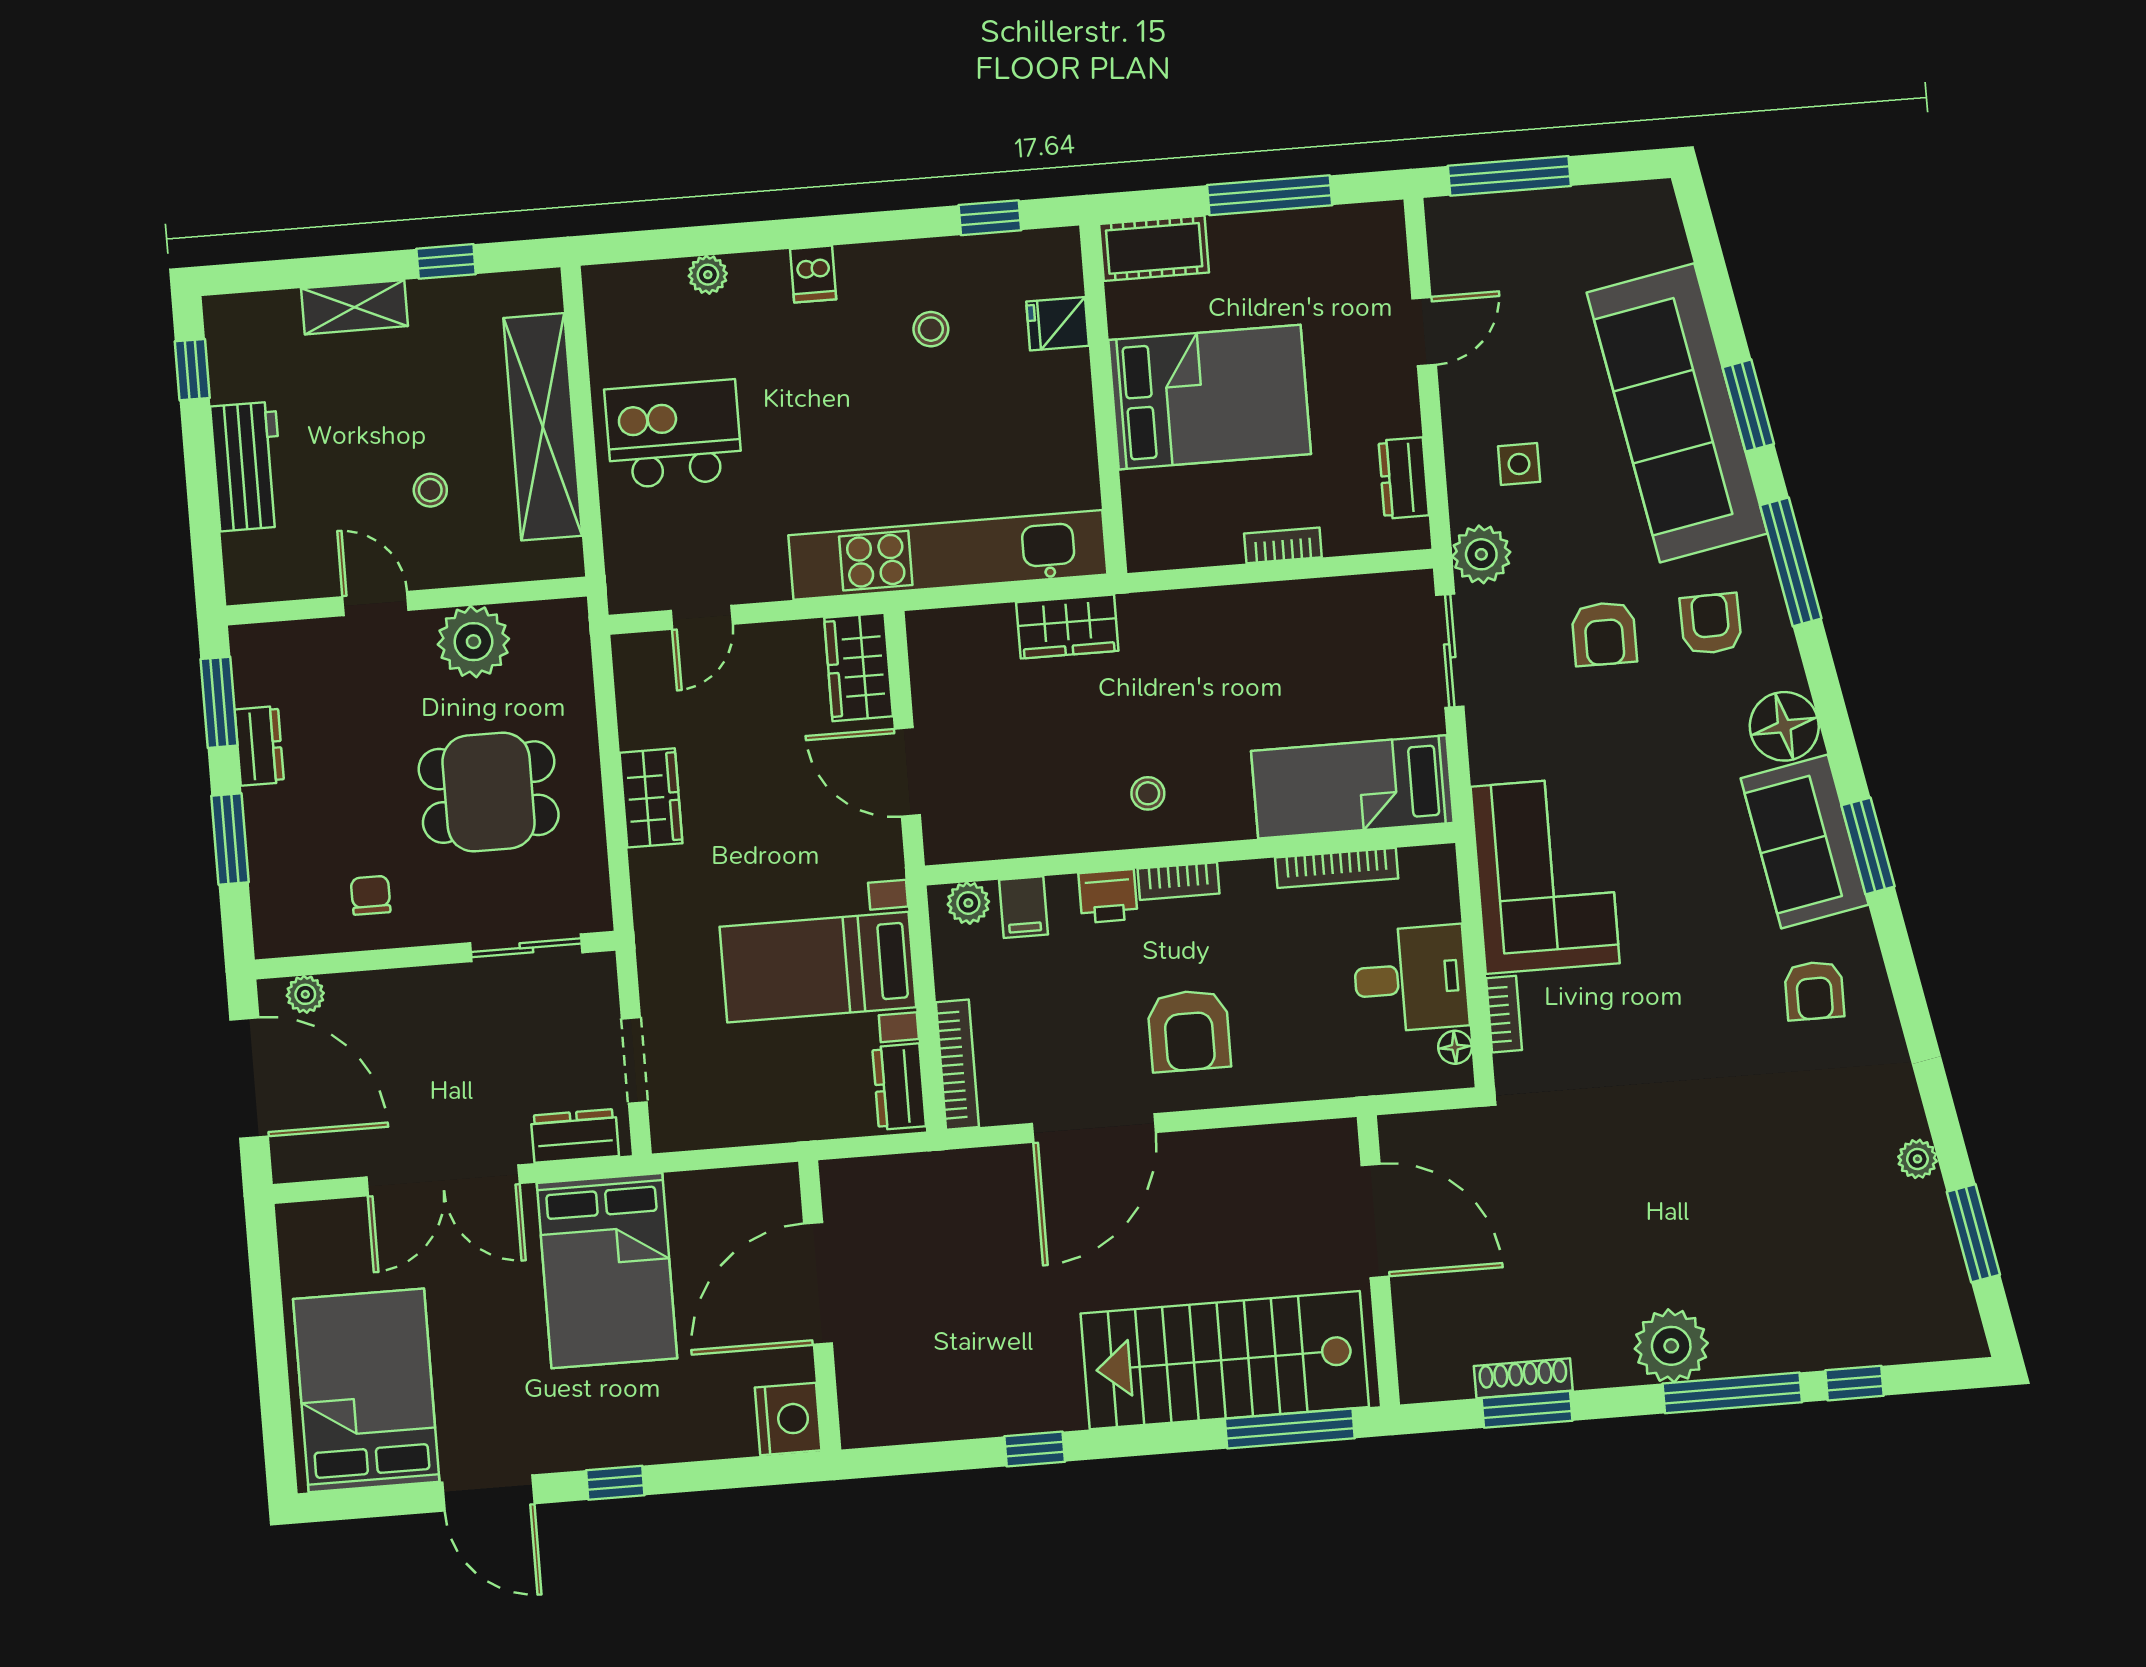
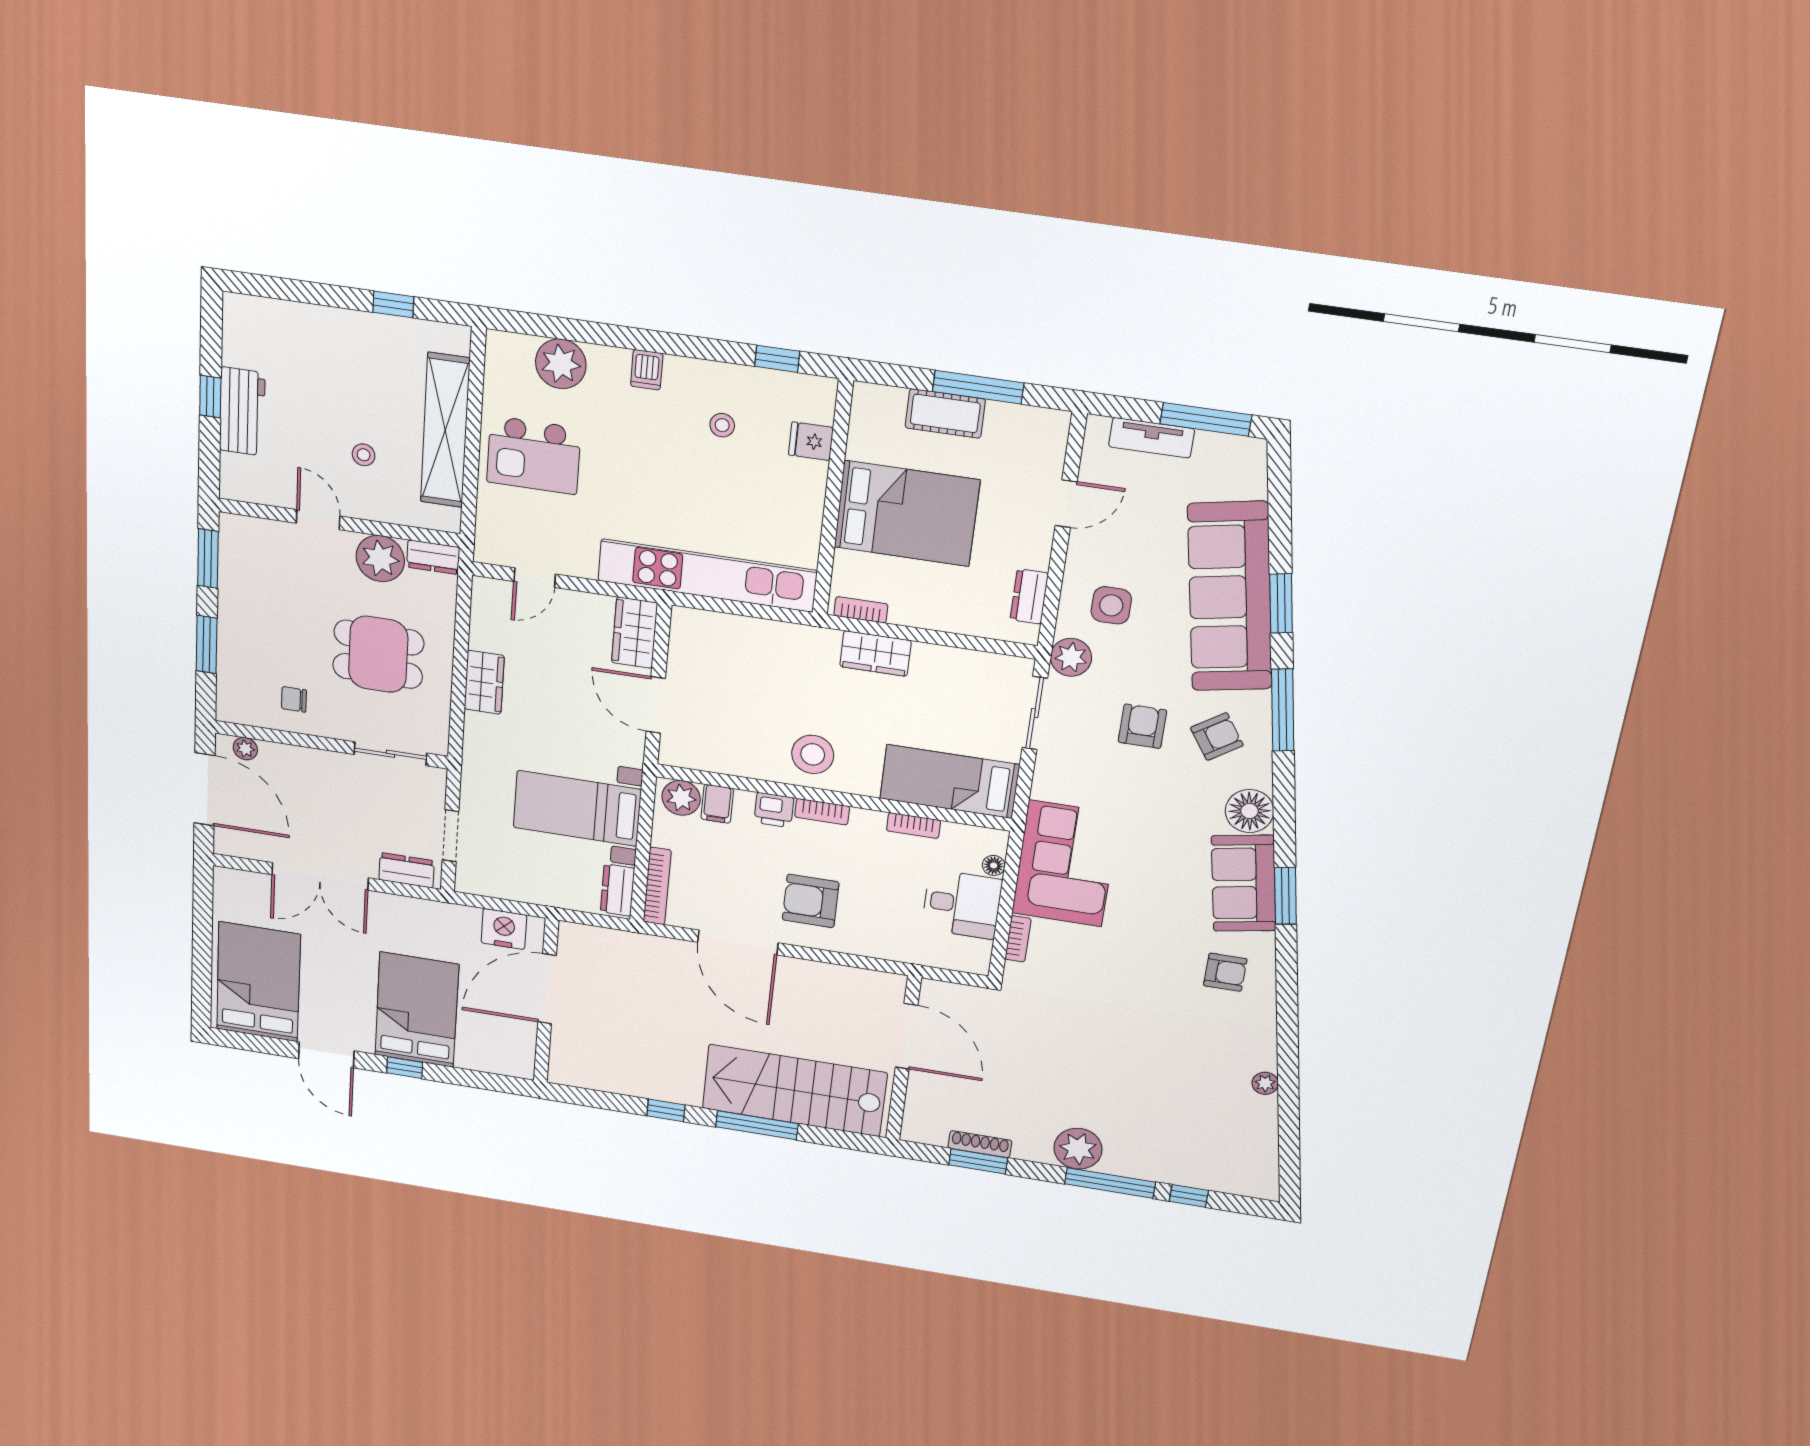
window: (1509, 176) -> (1206, 419), moved
tv unit: (1517, 212) -> (1151, 438), added
cot: (1154, 248) -> (945, 413), moved
plant: (708, 275) -> (561, 364), width x1.87, depth x1.87
shelving: (354, 307) -> (326, 322), removed
window: (192, 370) -> (210, 397), moved
kitchen island: (674, 434) -> (534, 455), turned 180
side table: (1519, 464) -> (1111, 605), width x1.37, depth x1.37
bookcase: (1283, 545) -> (861, 610), moved
armchair: (1711, 624) -> (1217, 737), turned 57
wardrobe: (1067, 626) -> (875, 654), moved
armchair: (1604, 634) -> (1142, 726), turned 180
dresser: (259, 746) -> (433, 557), moved, turned 90
stool: (1148, 793) -> (813, 754), width x1.89, depth x1.89
bookcase: (1337, 868) -> (914, 826), width x0.64
chair: (371, 895) -> (294, 699), turned -90
plant: (968, 903) -> (681, 798), width x1.38, depth x1.38
armchair: (1814, 991) -> (1225, 972), turned -90
armchair: (1189, 1031) -> (811, 901), turned 90
floor lamp: (1455, 1047) -> (994, 865), moved
door: (1094, 1128) -> (738, 943), hinge flipped
window: (1973, 1233) -> (1289, 1133), removed
bed: (607, 1271) -> (417, 1010), moved, turned 180
nightstand: (788, 1419) -> (504, 929), moved, turned -90
window: (1290, 1428) -> (757, 1125), moved

